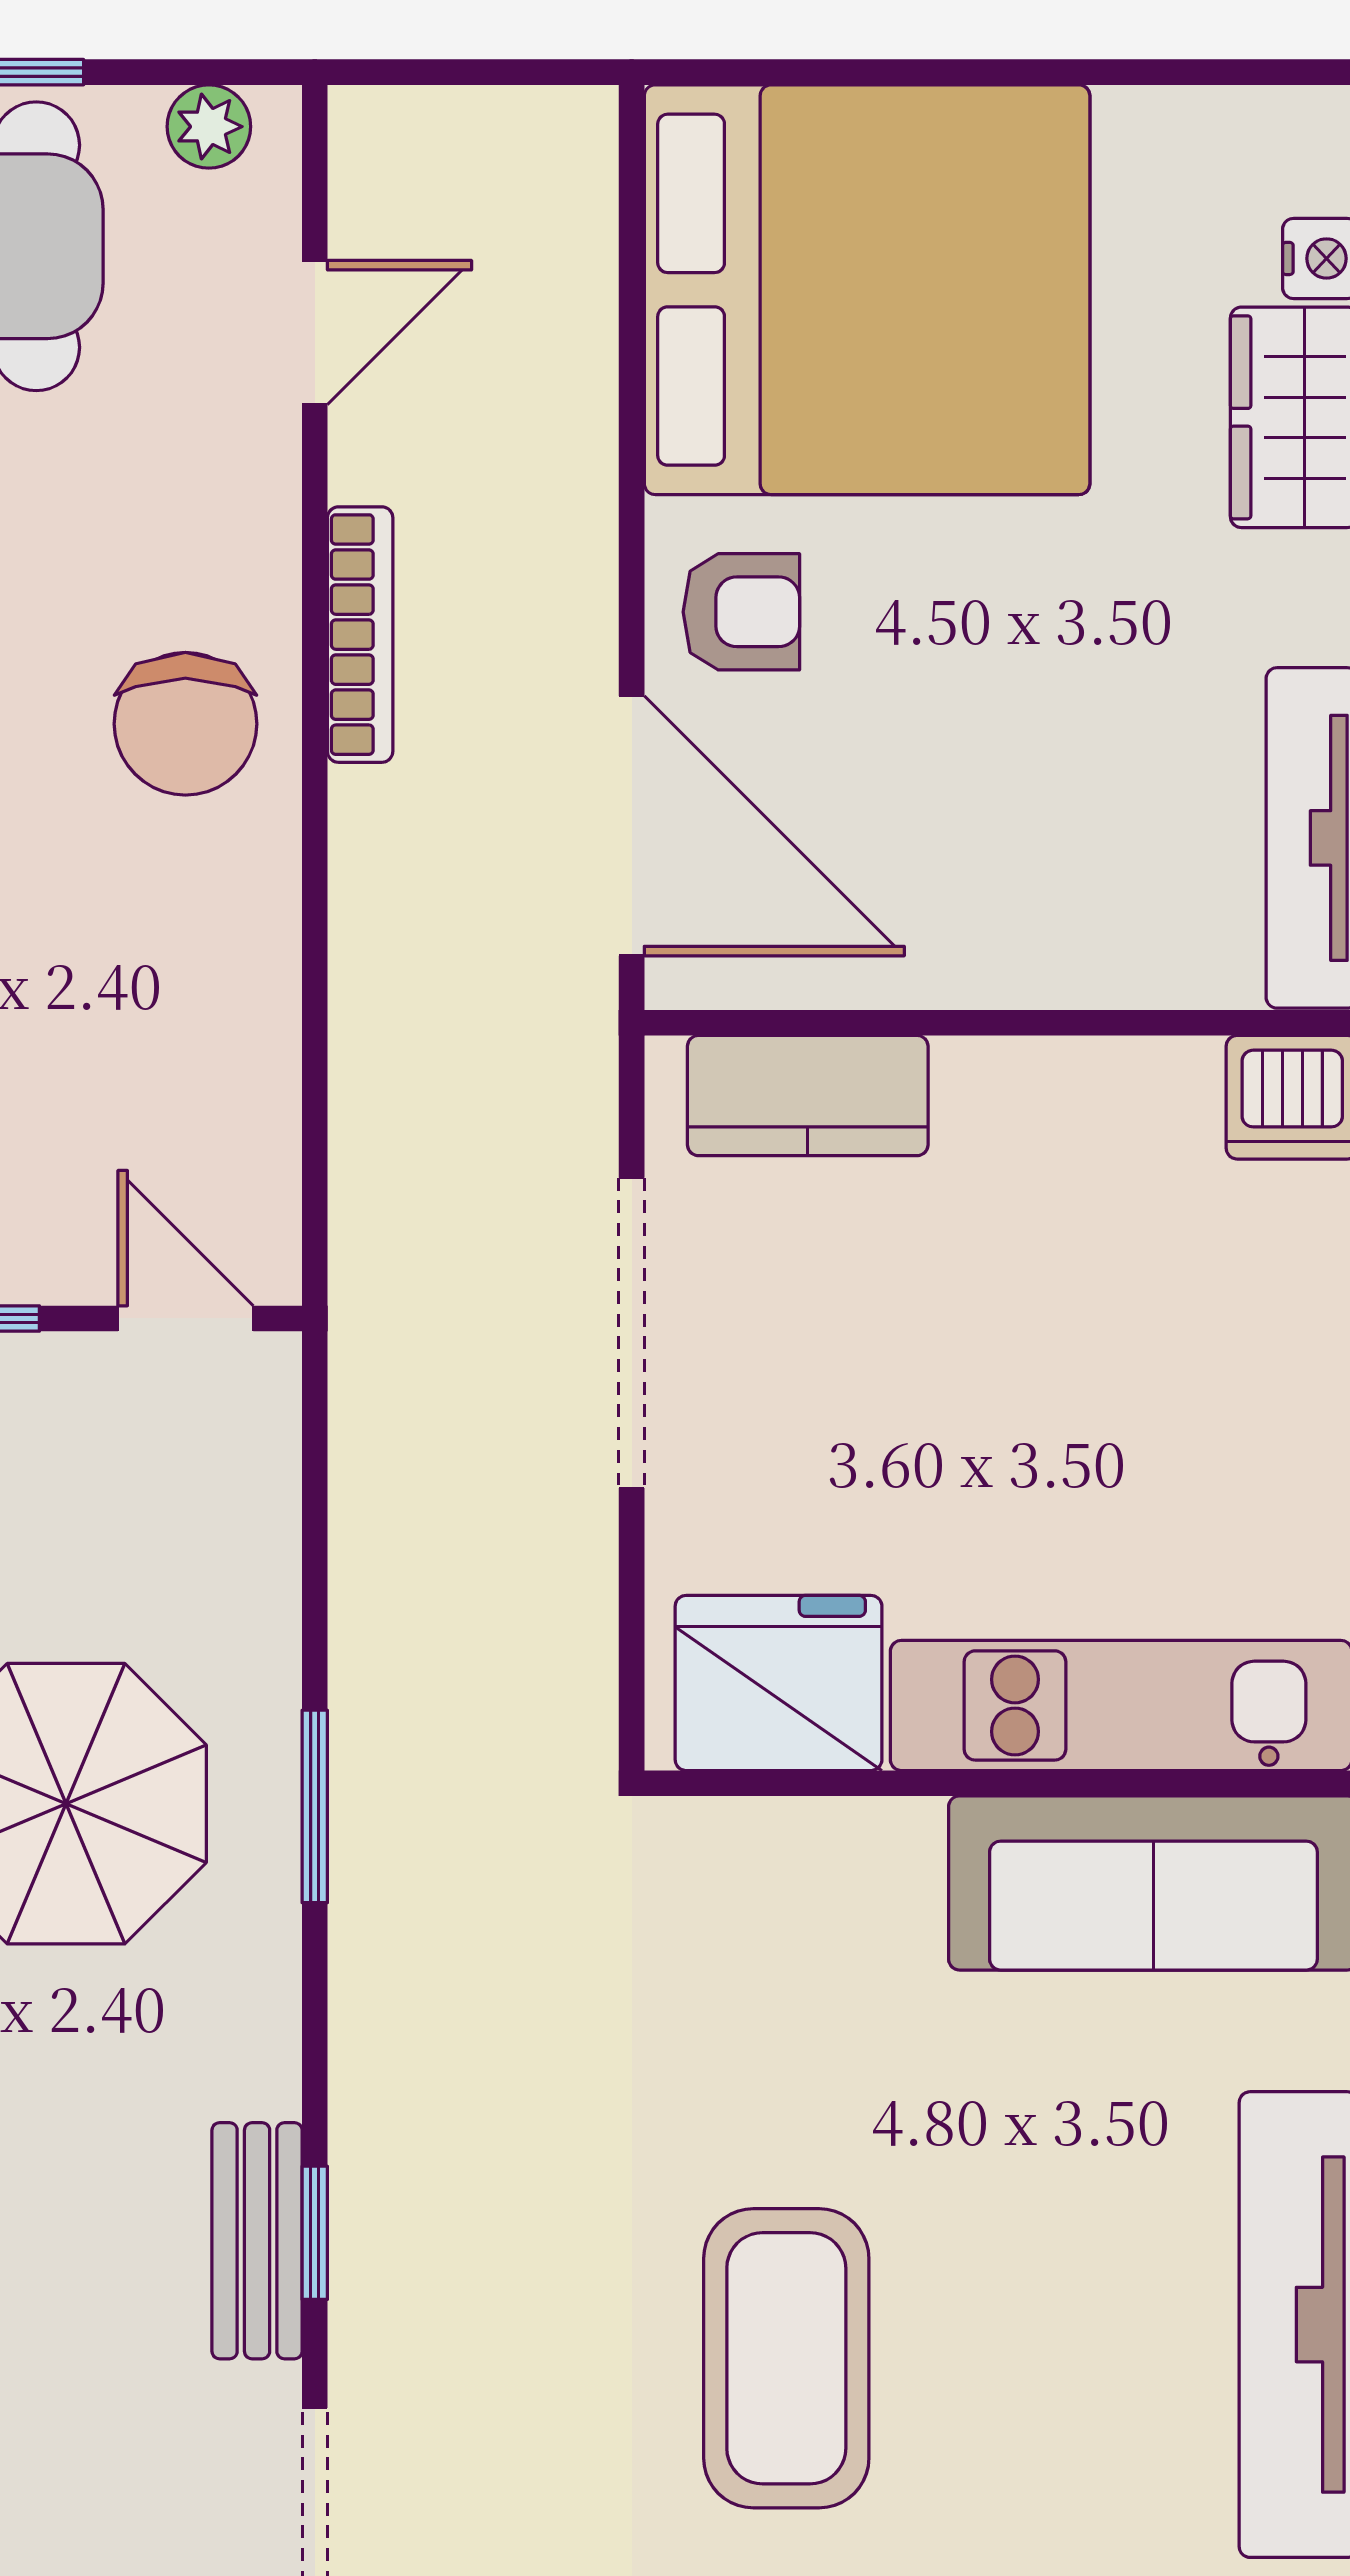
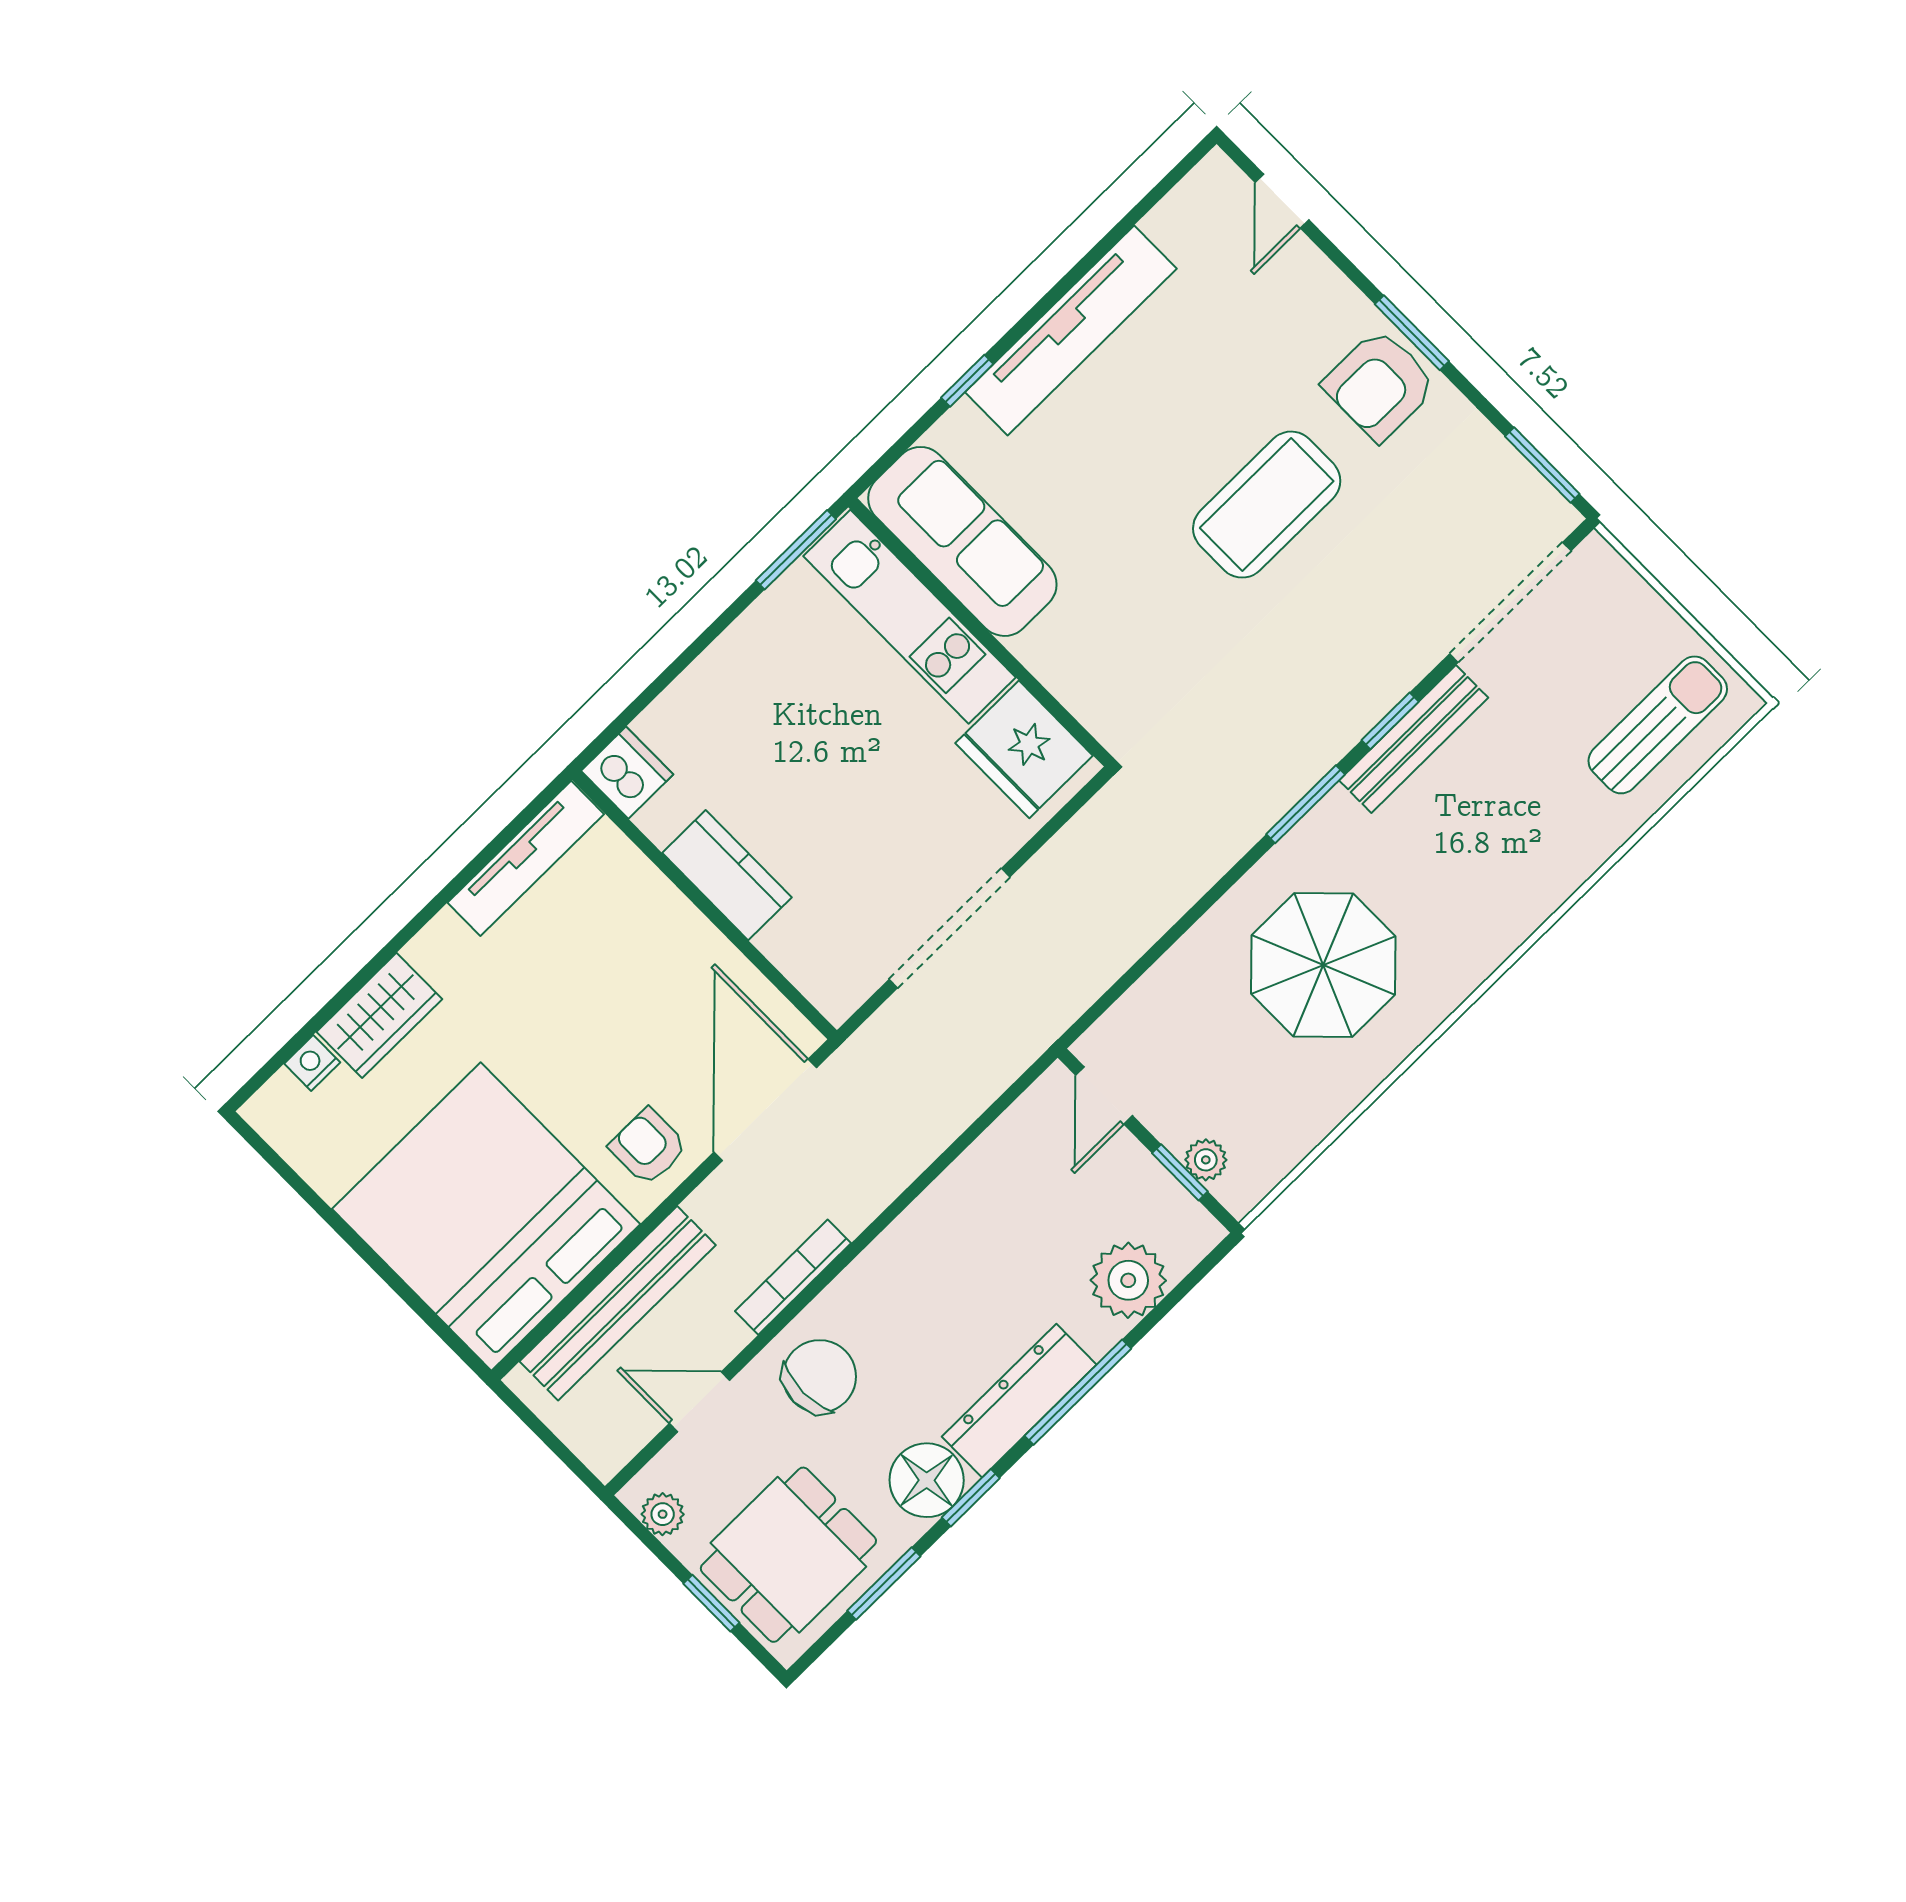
bench: (565, 354) -> (618, 1303), added
chair: (185, 724) -> (820, 1376), moved
kitchen counter: (808, 1096) -> (727, 875), moved
window: (315, 1806) -> (1306, 804), moved
bench: (257, 2241) -> (1414, 739), width x1.36

